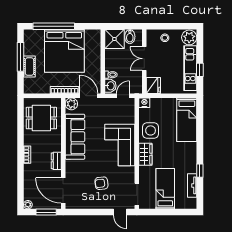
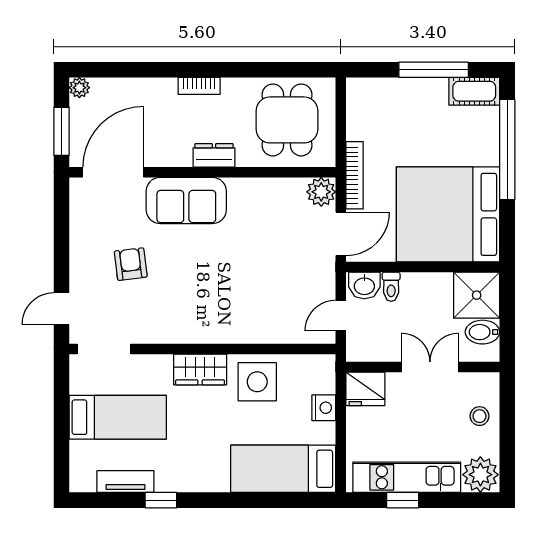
bed: (64, 51) -> (448, 214), moved
cot: (29, 67) -> (474, 91), moved
door: (123, 96) -> (341, 316), swing flipped
nightstand: (144, 103) -> (324, 408), moved
sofa: (75, 137) -> (186, 200), moved, width x0.73
corner sofa: (120, 145) -> (222, 308), removed
dresser: (56, 161) -> (214, 155), moved

